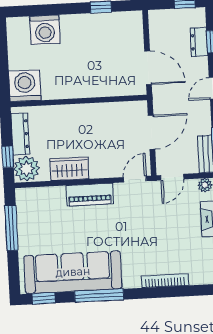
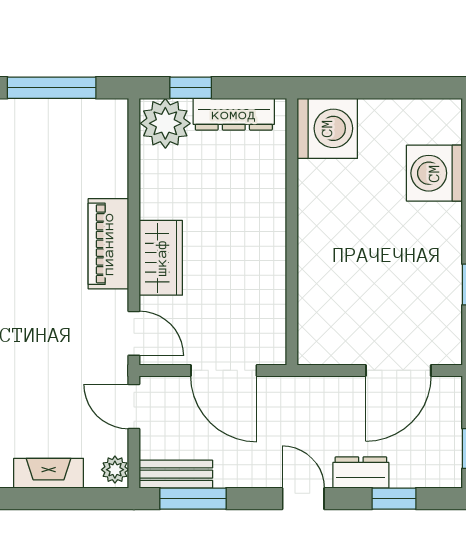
dresser: (199, 42) -> (361, 472), moved
door: (148, 68) -> (398, 370), moved
wardrobe: (69, 169) -> (161, 258), moved

